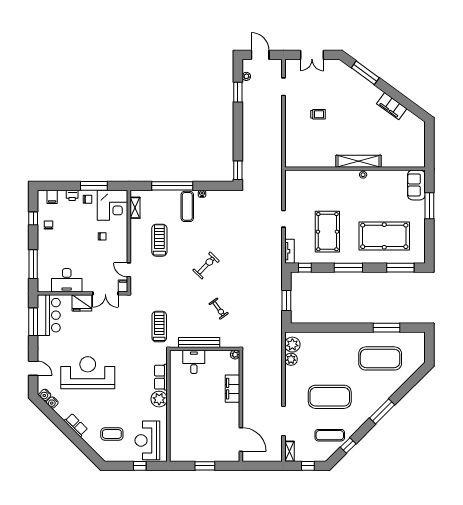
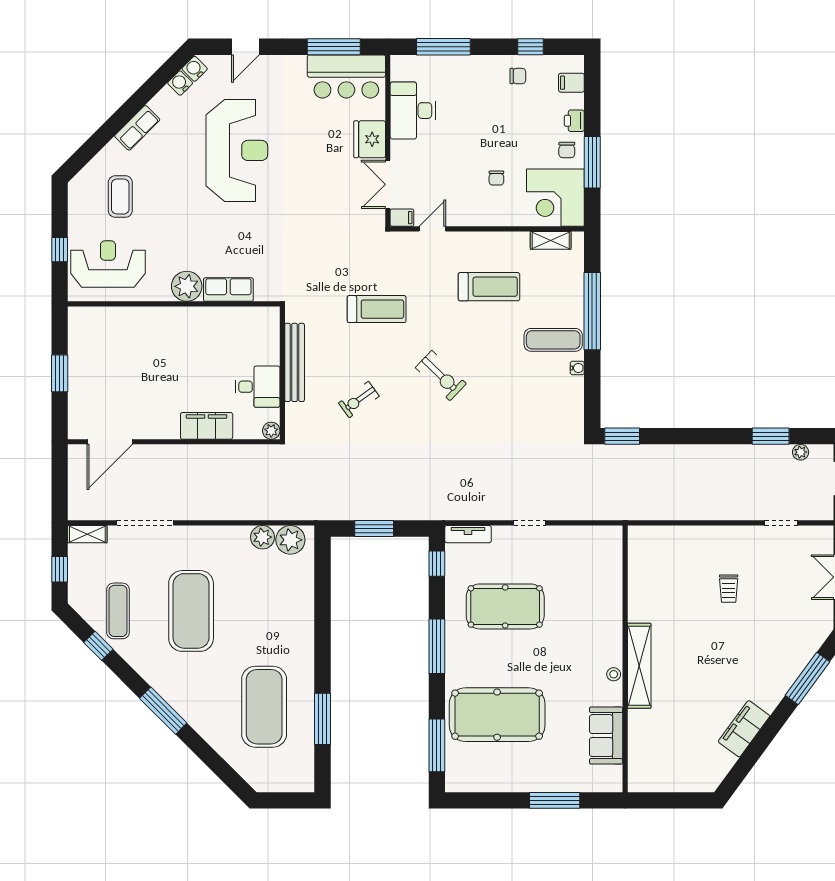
sofa: (416, 185) -> (606, 736), moved, turned -90
pool table: (384, 236) -> (497, 715), turned 90
treadmill: (159, 327) -> (377, 309), moved
desk: (194, 362) -> (258, 387), moved

